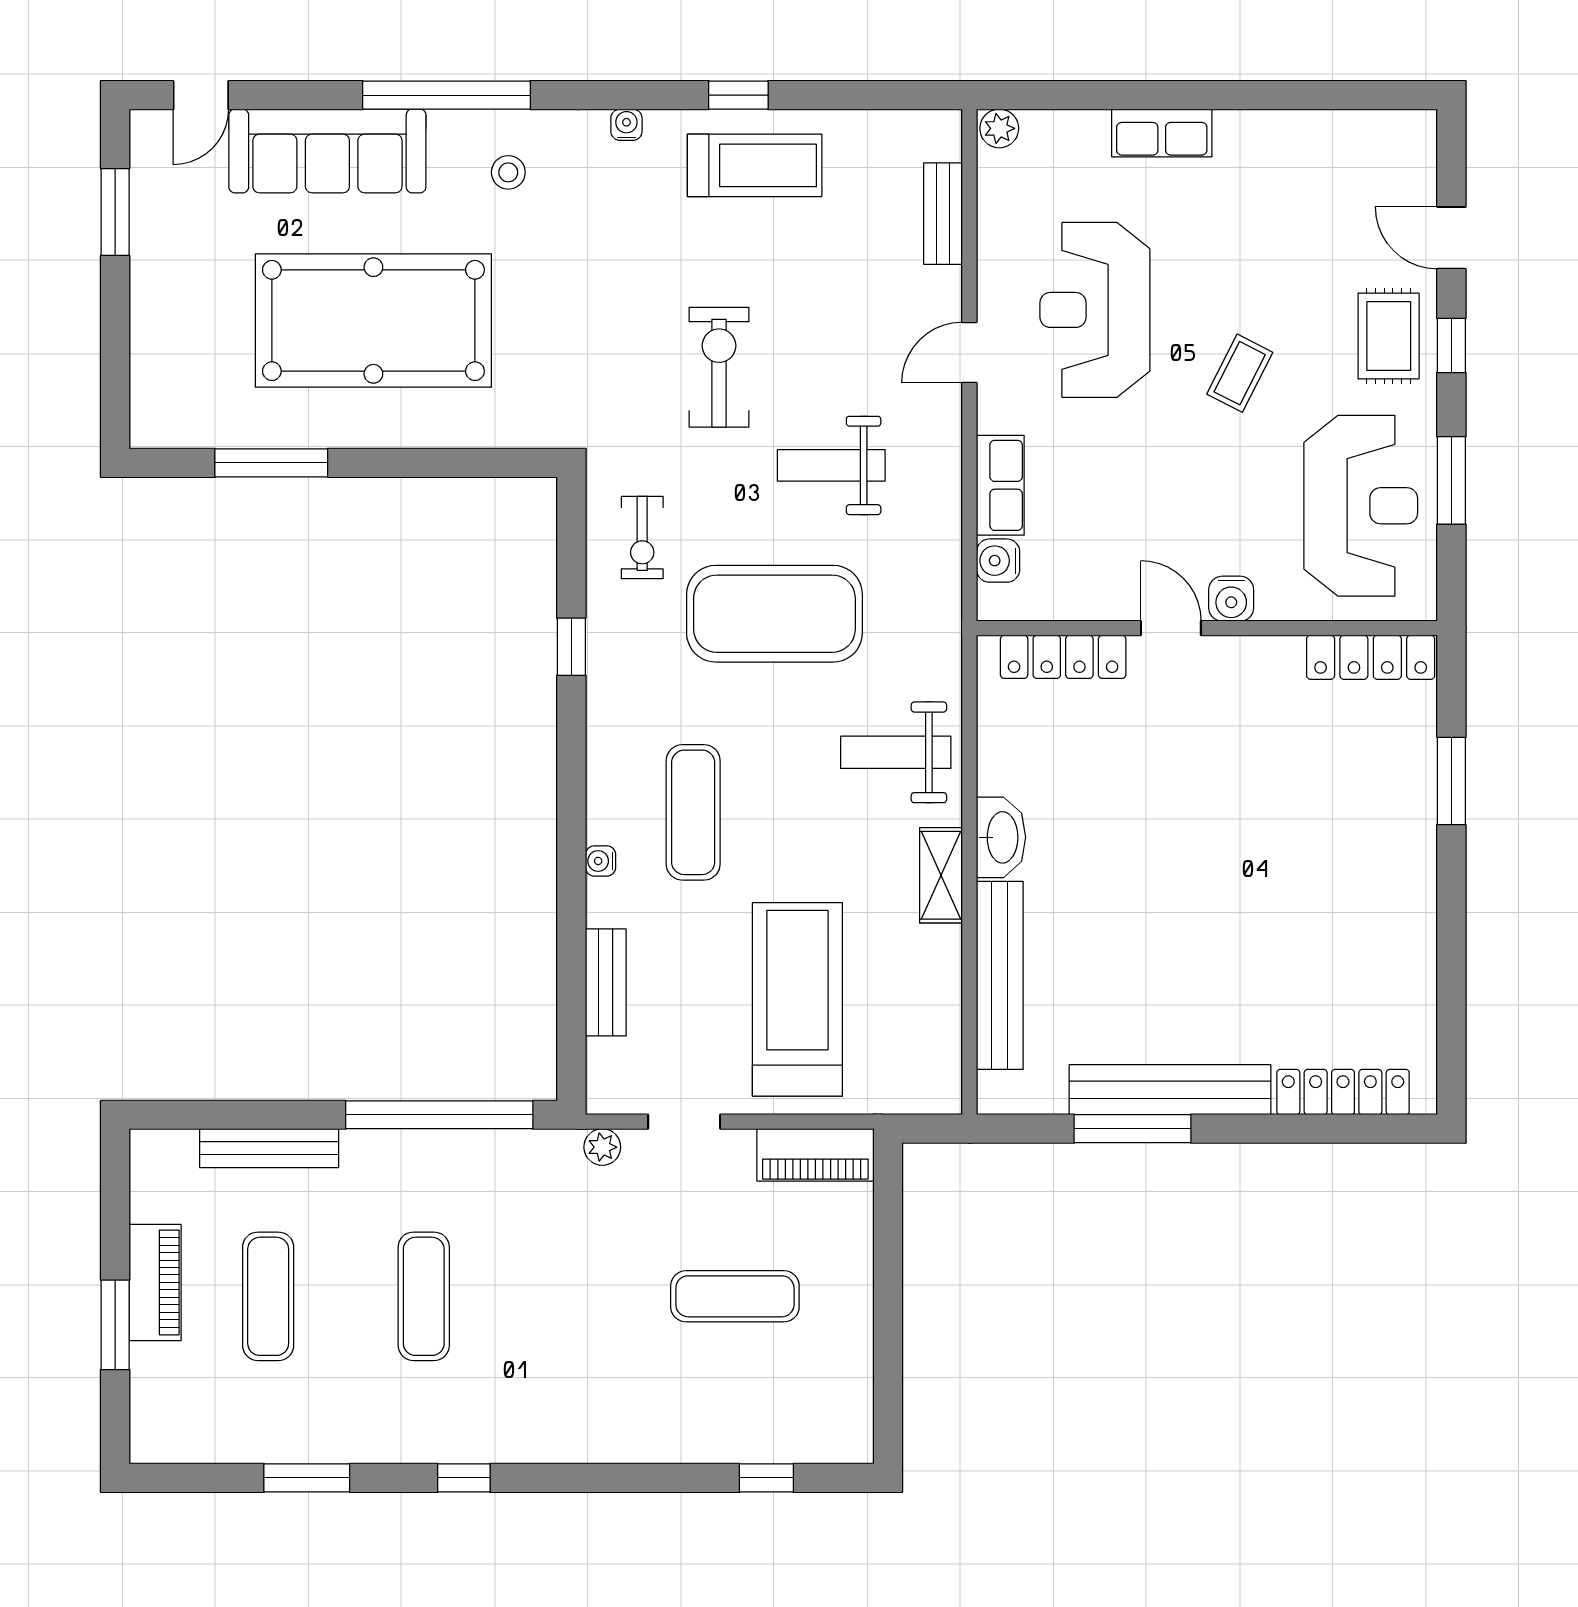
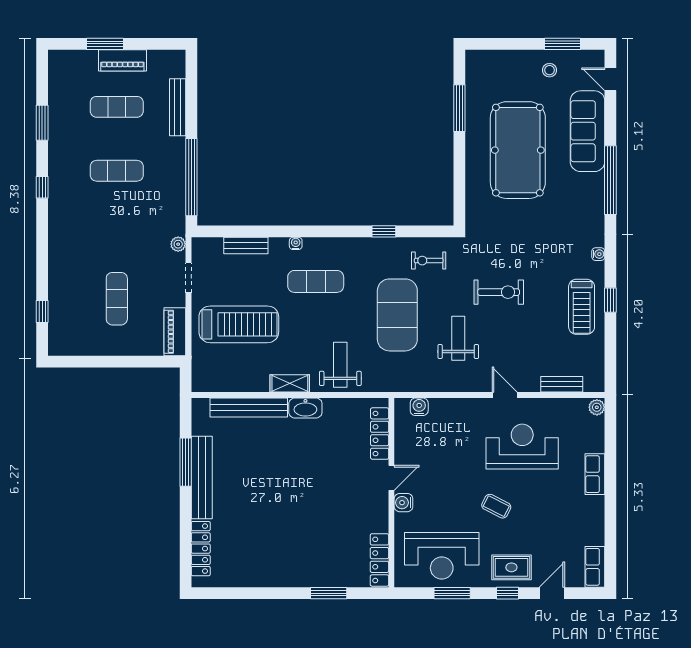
stool: (508, 172) -> (550, 70), moved
row of seats: (1000, 485) -> (595, 567), moved, turned 90

